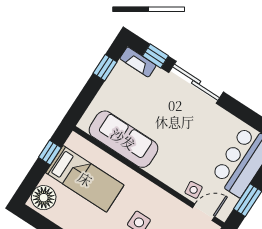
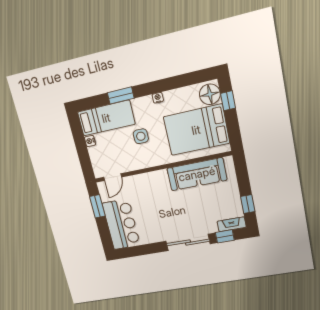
window: (50, 153) -> (228, 101), moved
bed: (85, 179) -> (196, 130), width x1.50
side table: (194, 190) -> (130, 184), removed

